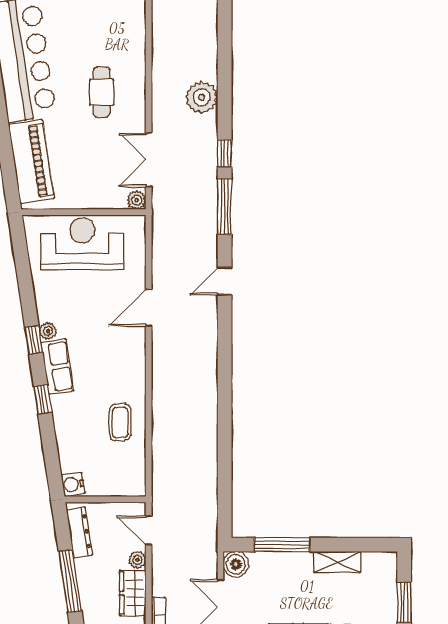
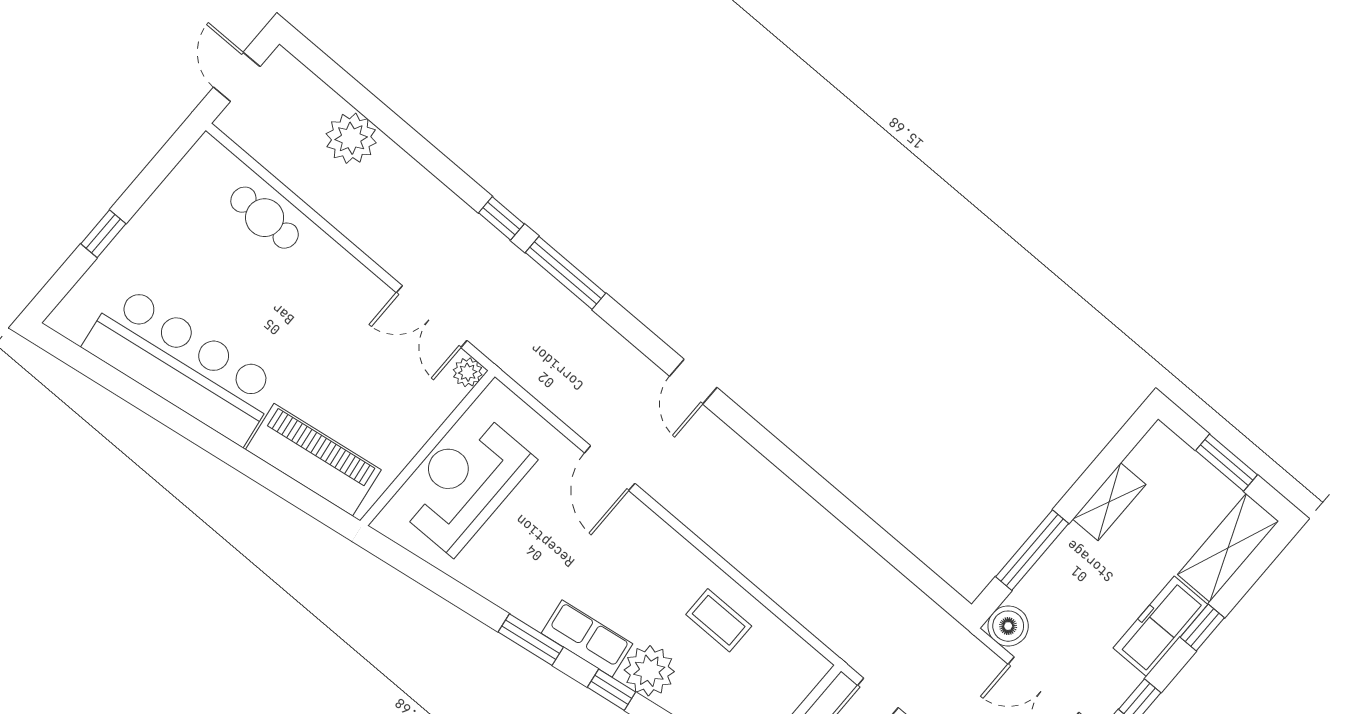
cafe table: (102, 92) -> (265, 218), moved
plant: (202, 97) -> (351, 138), moved
door: (225, 281) -> (693, 382), moved
plant: (48, 331) -> (649, 671), moved, width x1.88, depth x1.88
window: (34, 340) -> (531, 640), width x1.50

